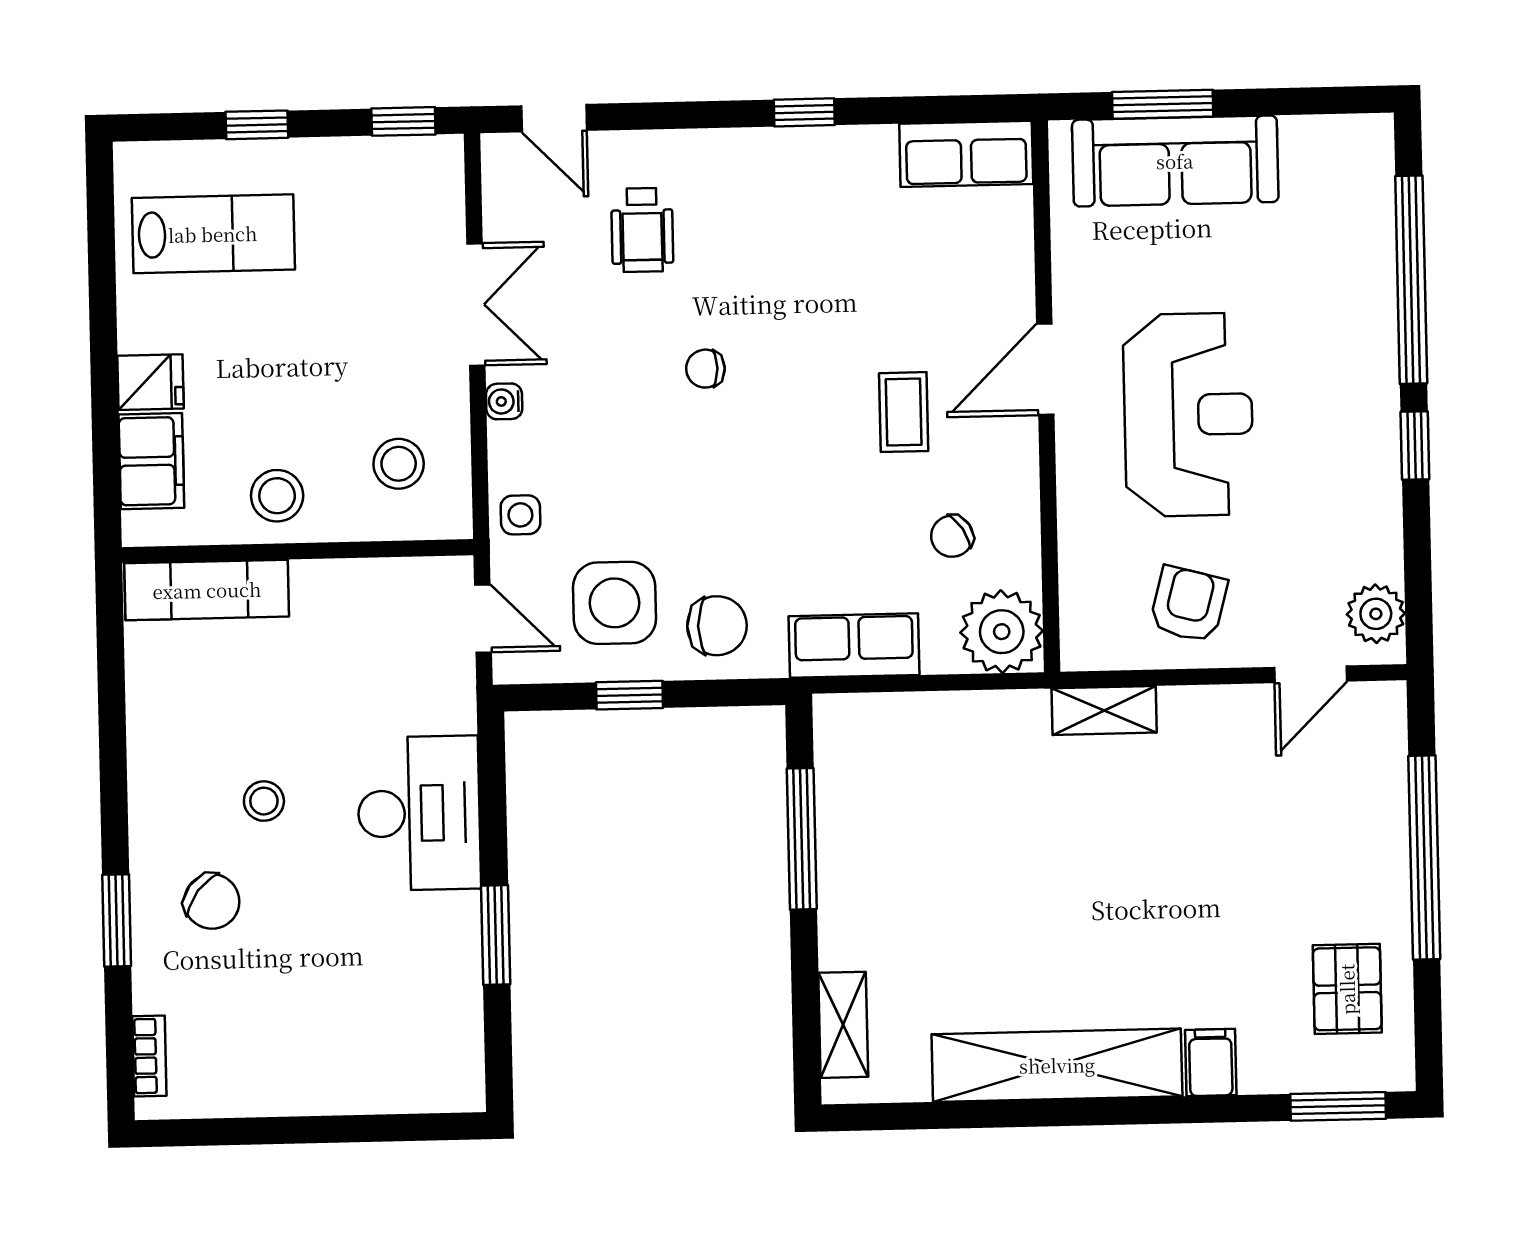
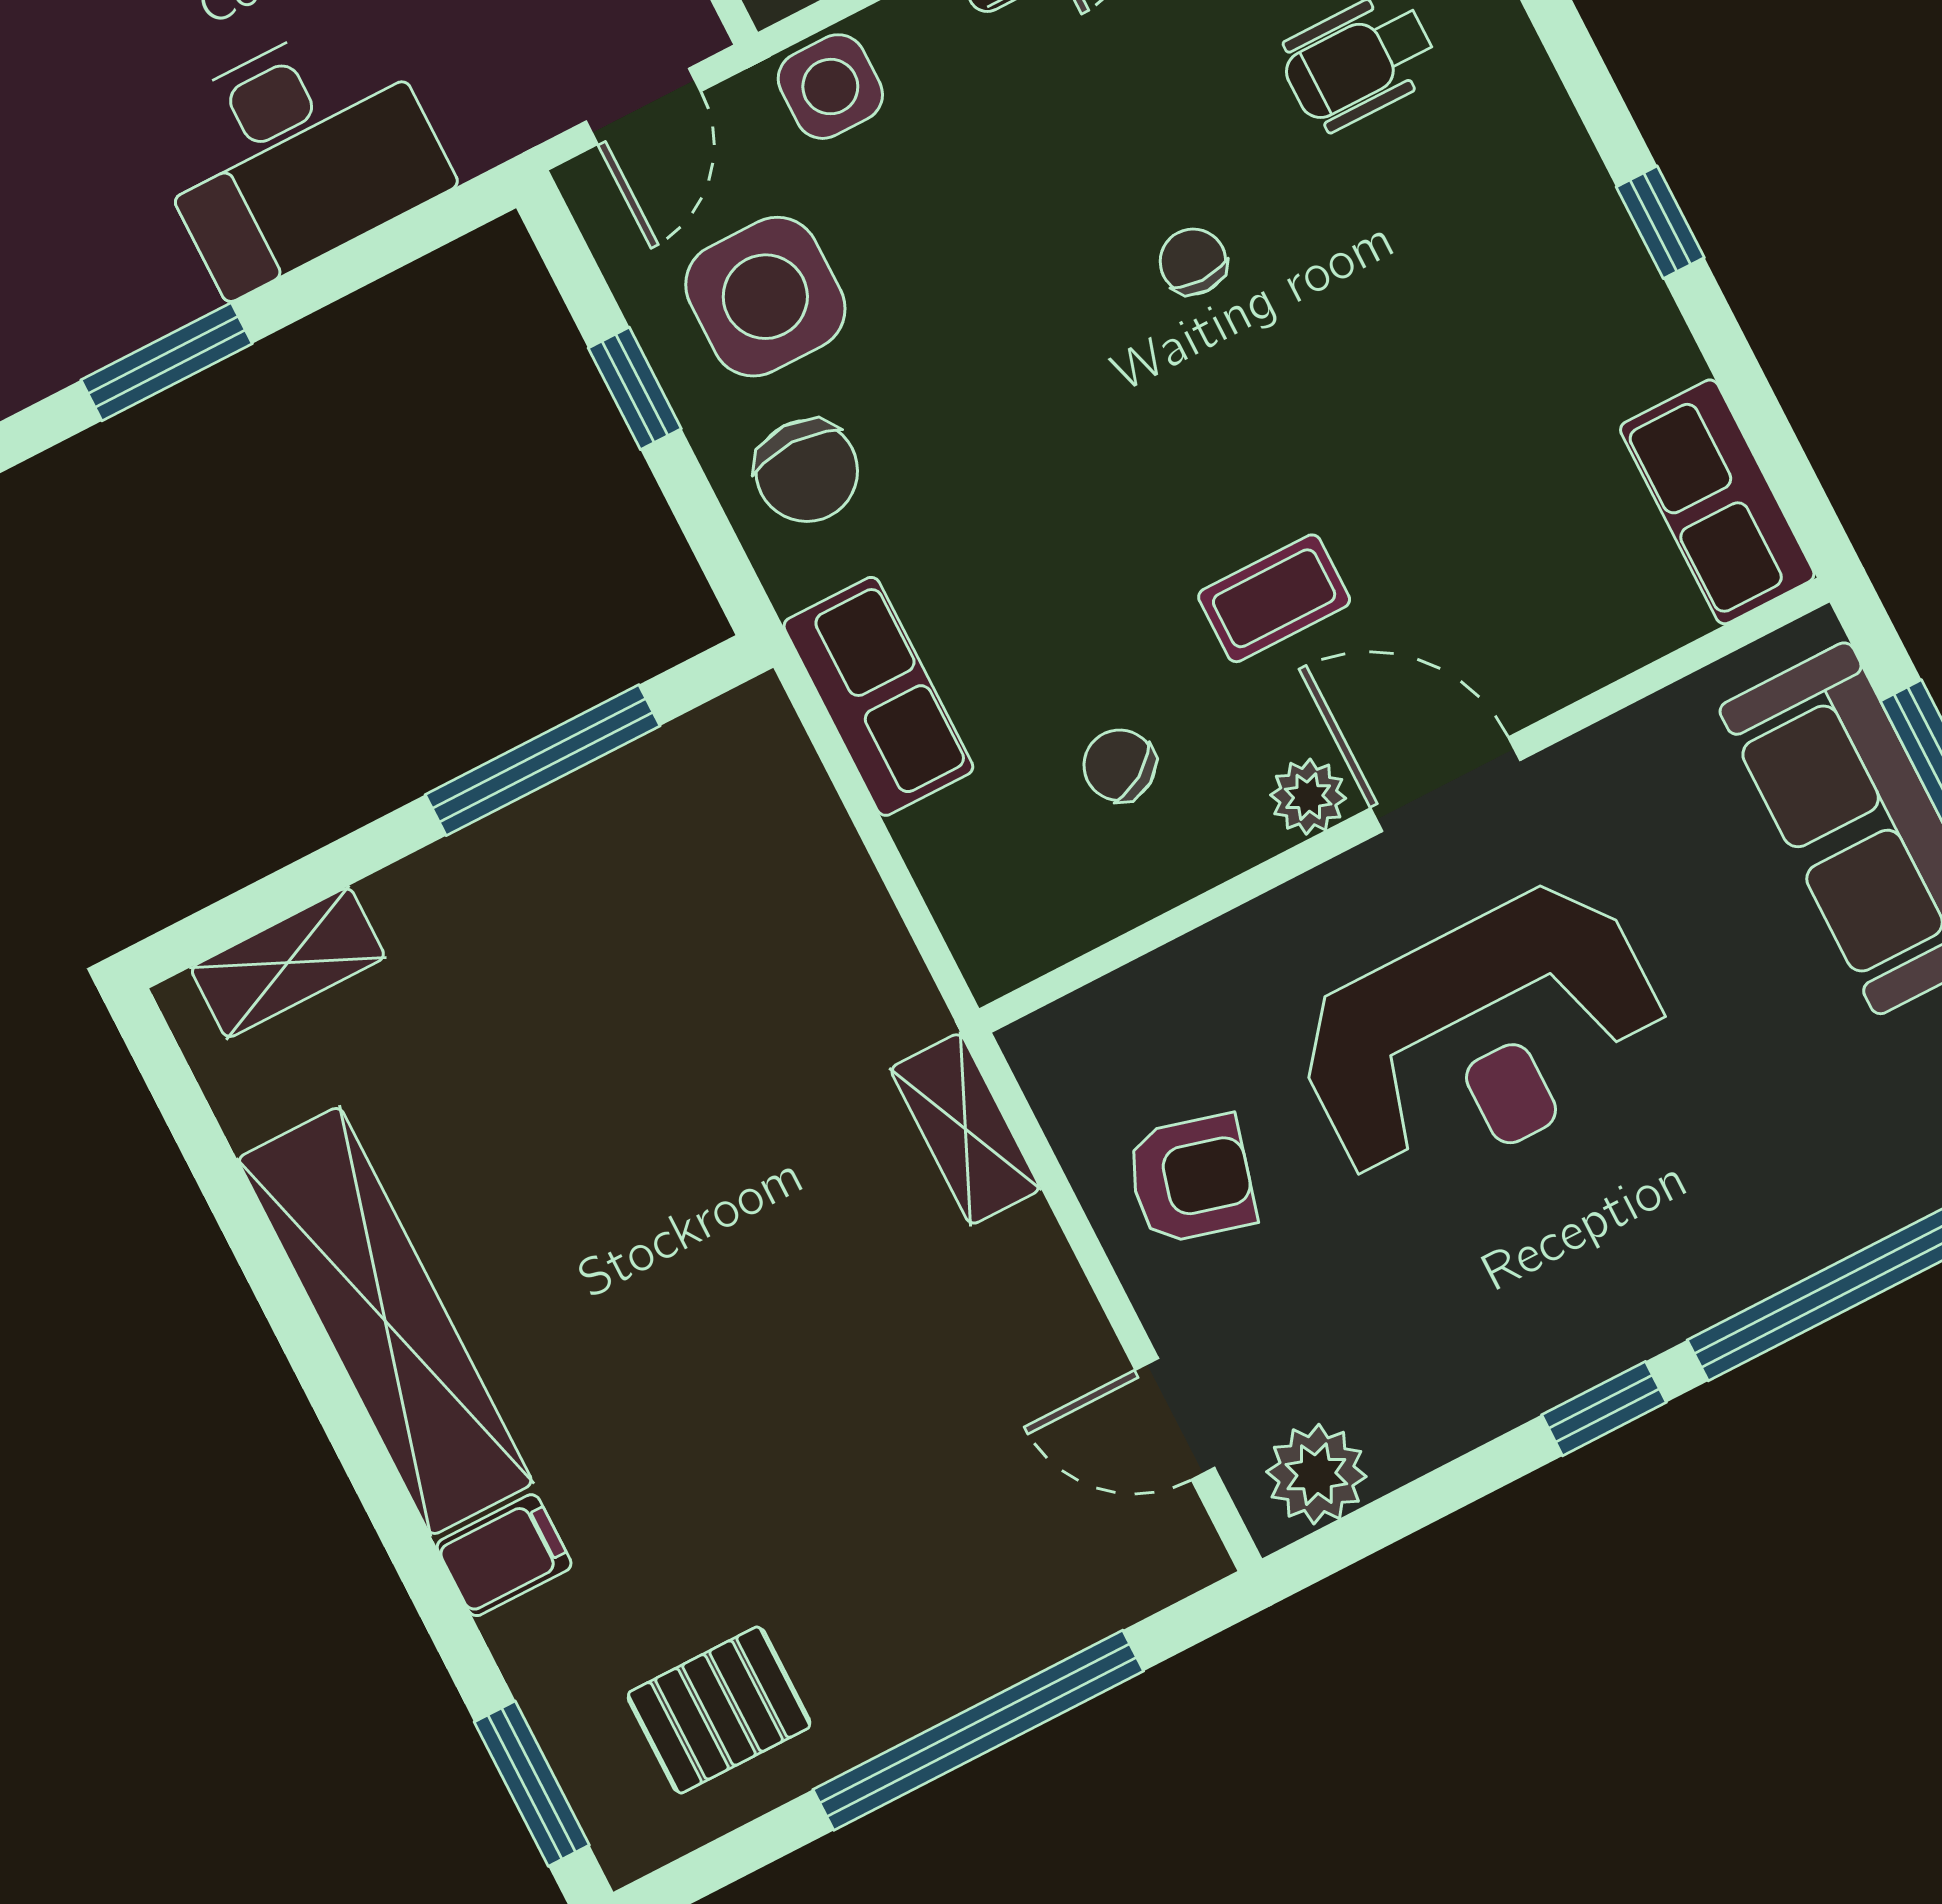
side table: (520, 515) -> (830, 87), width x1.37, depth x1.37
plant: (1002, 632) -> (1308, 797), moved, width x0.53, depth x0.53

